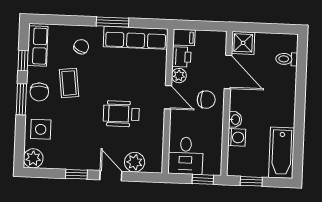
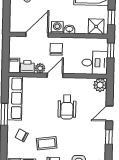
shower: (243, 43) -> (96, 27), moved
washing machine: (237, 137) -> (57, 27), moved
plant: (135, 162) -> (100, 85), moved

